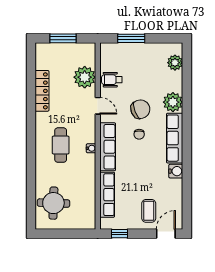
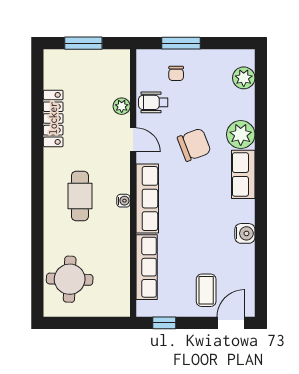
plant: (85, 77) -> (122, 106), width x0.53, depth x0.53
chair: (139, 134) -> (176, 73), moved
row of seats: (175, 138) -> (243, 174), width x0.68

